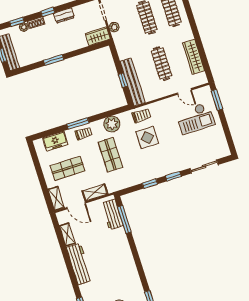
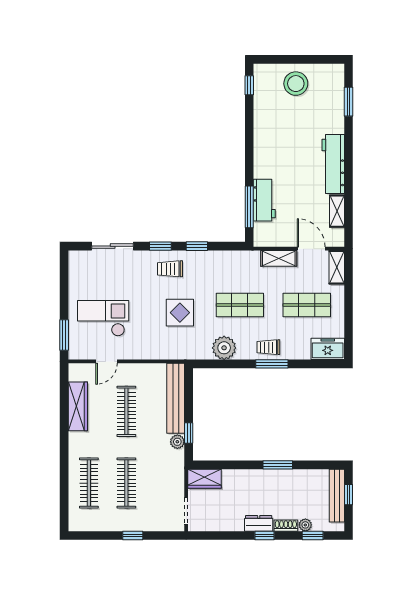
dresser: (64, 15) -> (259, 523), moved
plant: (114, 27) -> (177, 442), moved
window: (123, 80) -> (189, 433), moved
door: (184, 91) -> (106, 361), swing flipped
trolley: (141, 116) -> (170, 269), moved
freezer: (55, 141) -> (328, 349), moved
shop shelf: (110, 155) -> (240, 305), turned 90
workbench: (112, 214) -> (264, 200), moved

